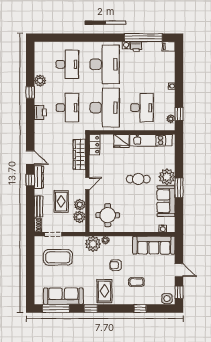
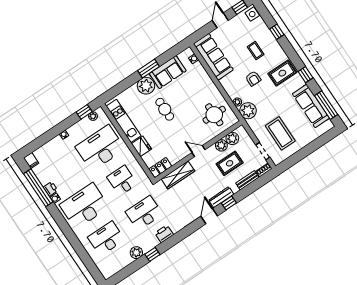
desk: (105, 108) -> (122, 180), width x0.53, depth x0.77
desk: (142, 108) -> (100, 148), width x1.36, depth x1.30

